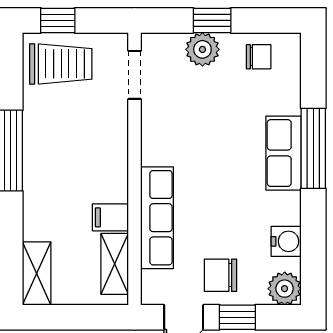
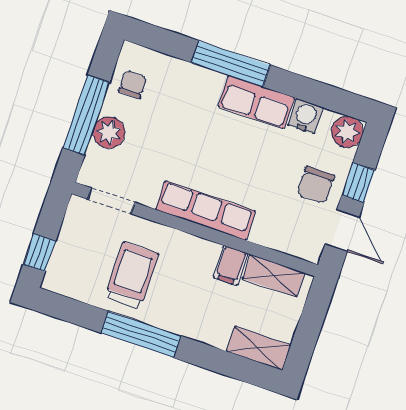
window: (212, 20) -> (86, 115), width x2.17
trolley: (61, 64) -> (132, 275), moved
row of seats: (283, 153) -> (256, 102), moved
row of seats: (157, 218) -> (206, 211), moved

